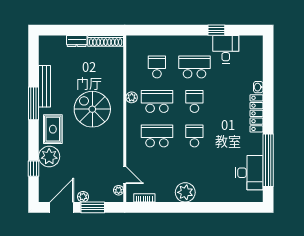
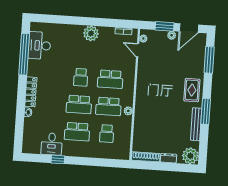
school desk: (194, 101) -> (79, 104), width x1.85
spiral stairs: (92, 109) -> (160, 104), removed
plant: (49, 156) -> (190, 156), moved
window: (34, 169) -> (209, 60), width x2.17

